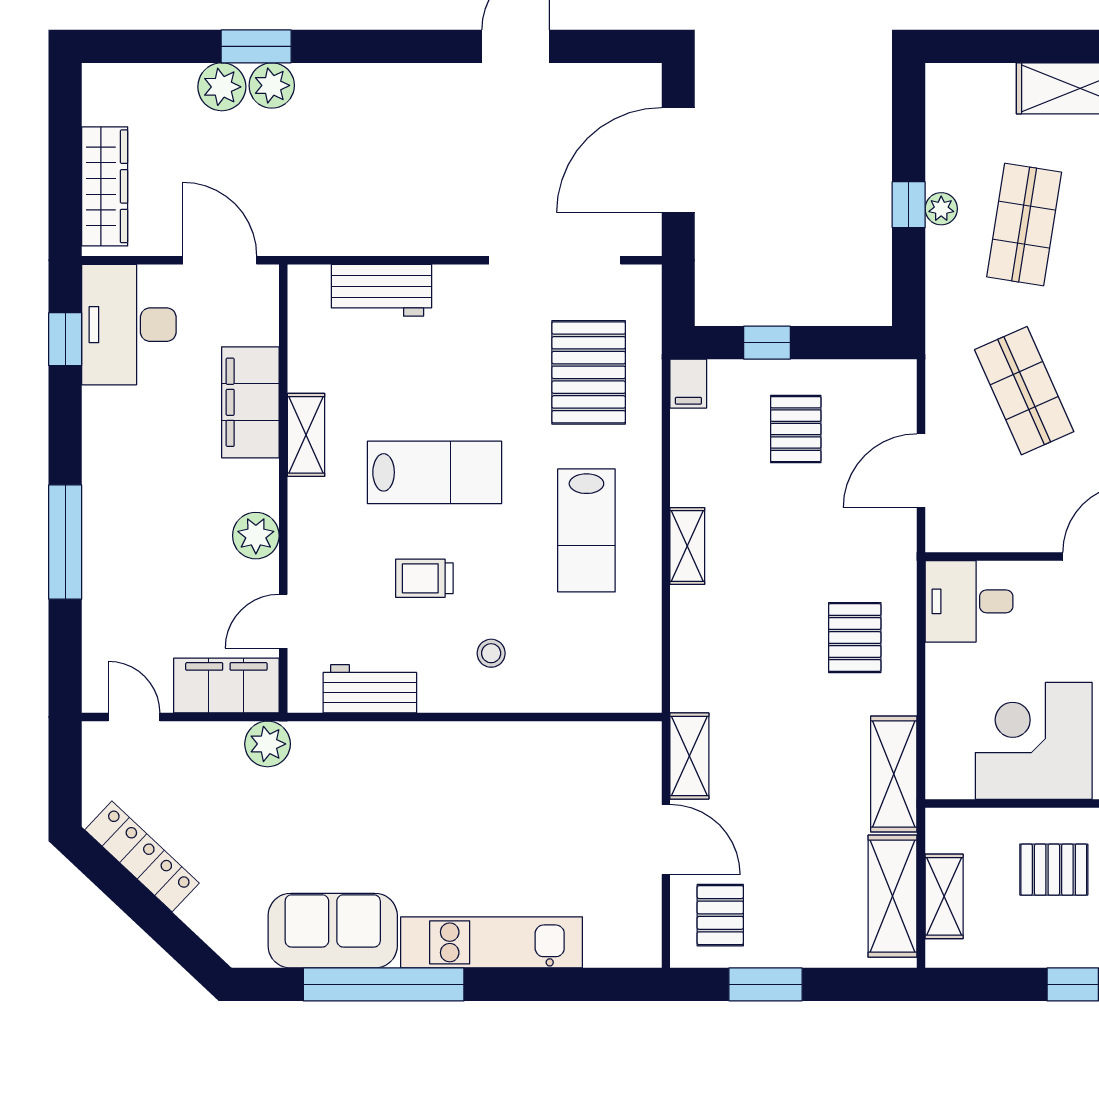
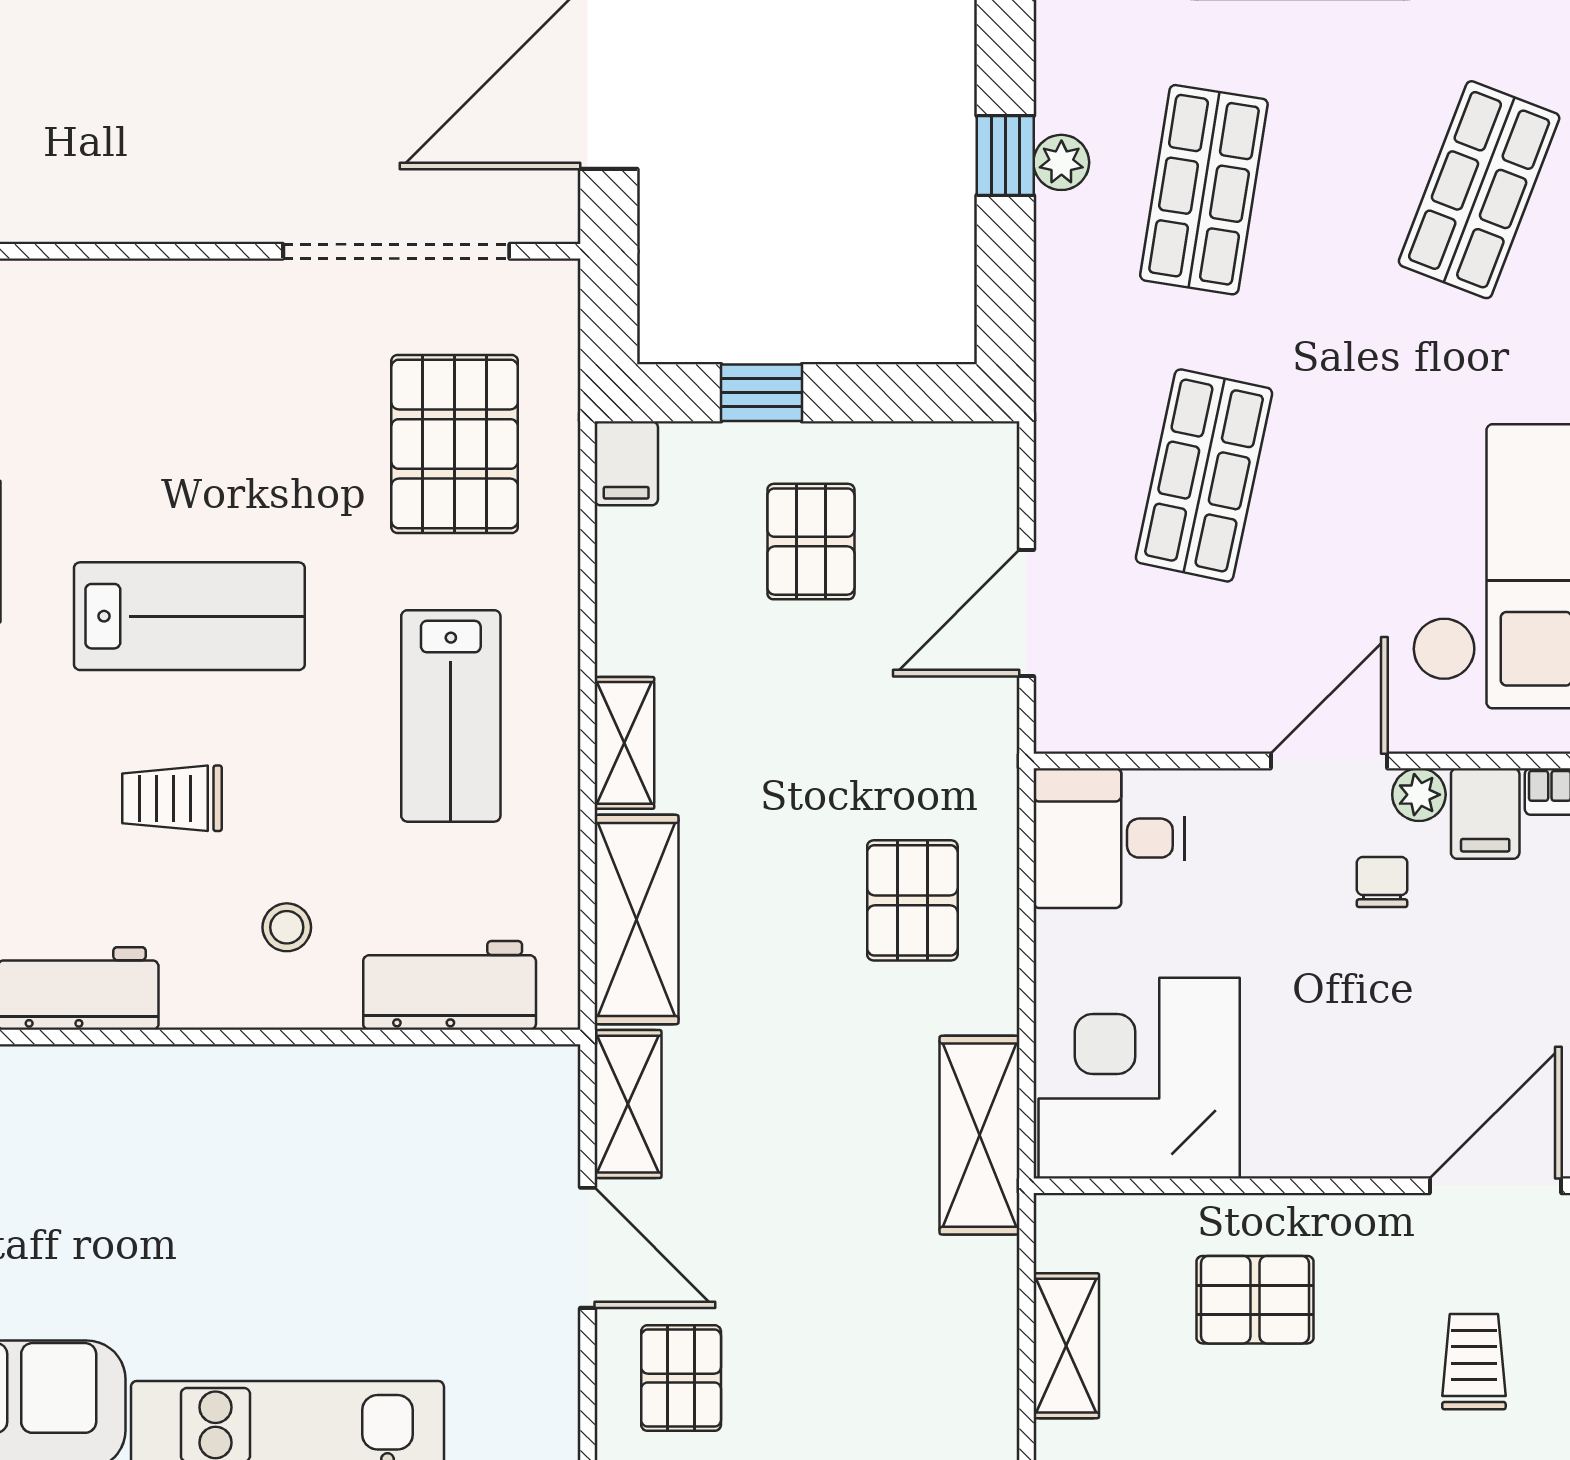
workbench: (381, 290) -> (450, 985), moved, turned 180
shop shelf: (1024, 391) -> (1204, 475), turned 36
corner desk: (1034, 741) -> (1139, 1078), moved
shelving: (892, 896) -> (636, 919), moved

